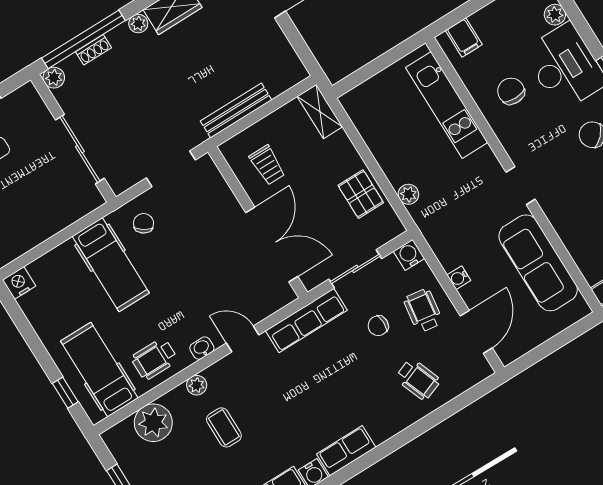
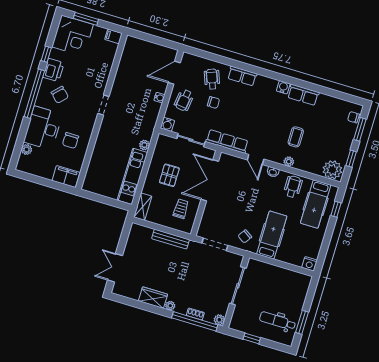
filing cabinet: (464, 38) -> (66, 177), width x2.00
kitchen unit: (447, 105) -> (132, 176), moved, turned 180
pallet: (361, 194) -> (169, 175), moved
sofa: (538, 263) -> (127, 72), removed
chair: (378, 326) -> (213, 102), moved
wheelchair: (154, 359) -> (293, 187), turned -90
plant: (153, 423) -> (332, 170), moved
row of seats: (346, 451) -> (242, 76), moved

